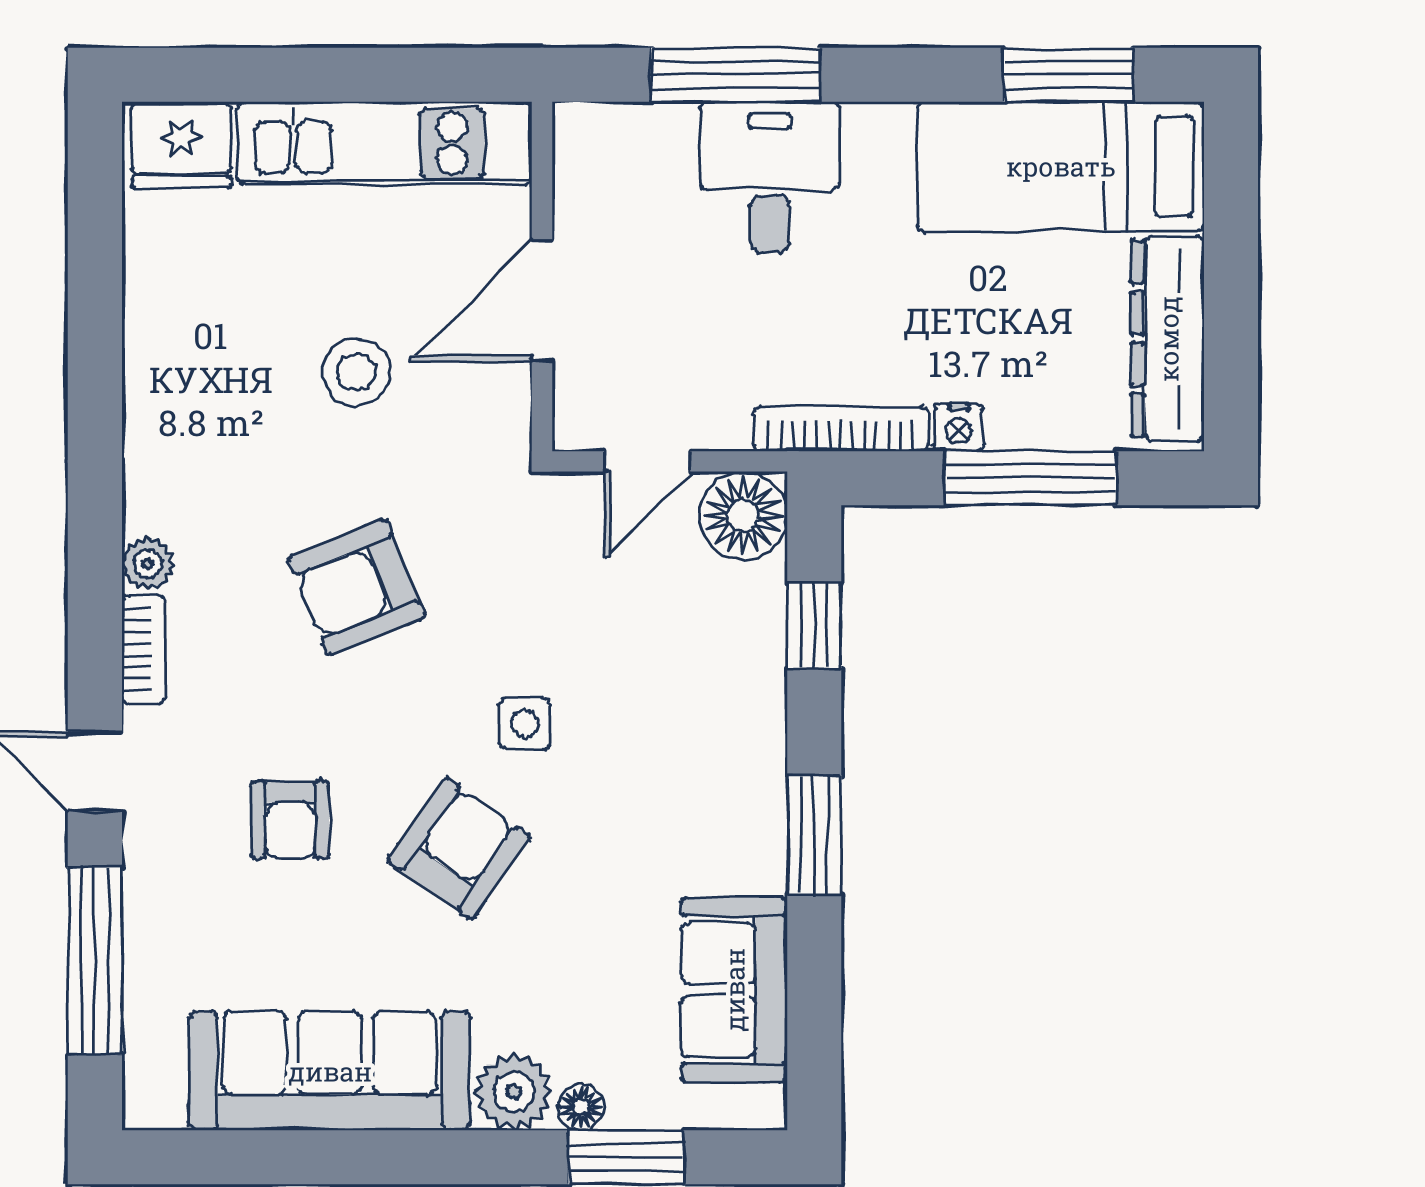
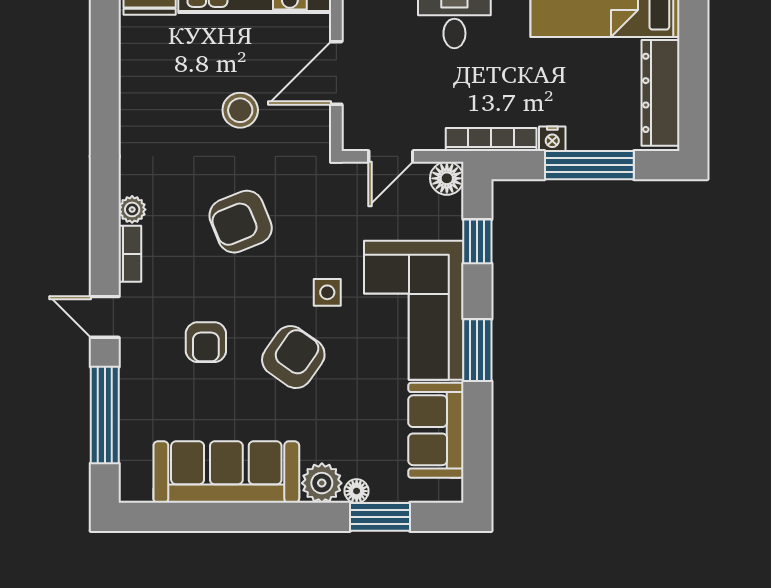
floor lamp: (743, 516) -> (447, 178), width x0.73, depth x0.73
corner sofa: (691, 758) -> (414, 310), added

